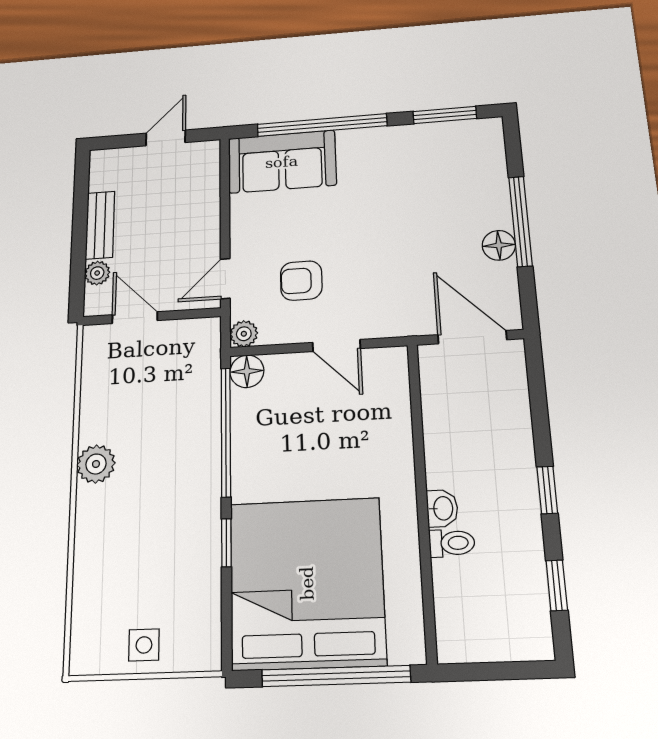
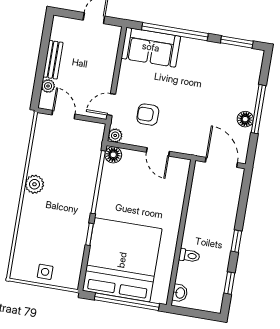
washbasin: (442, 508) -> (180, 293), moved

